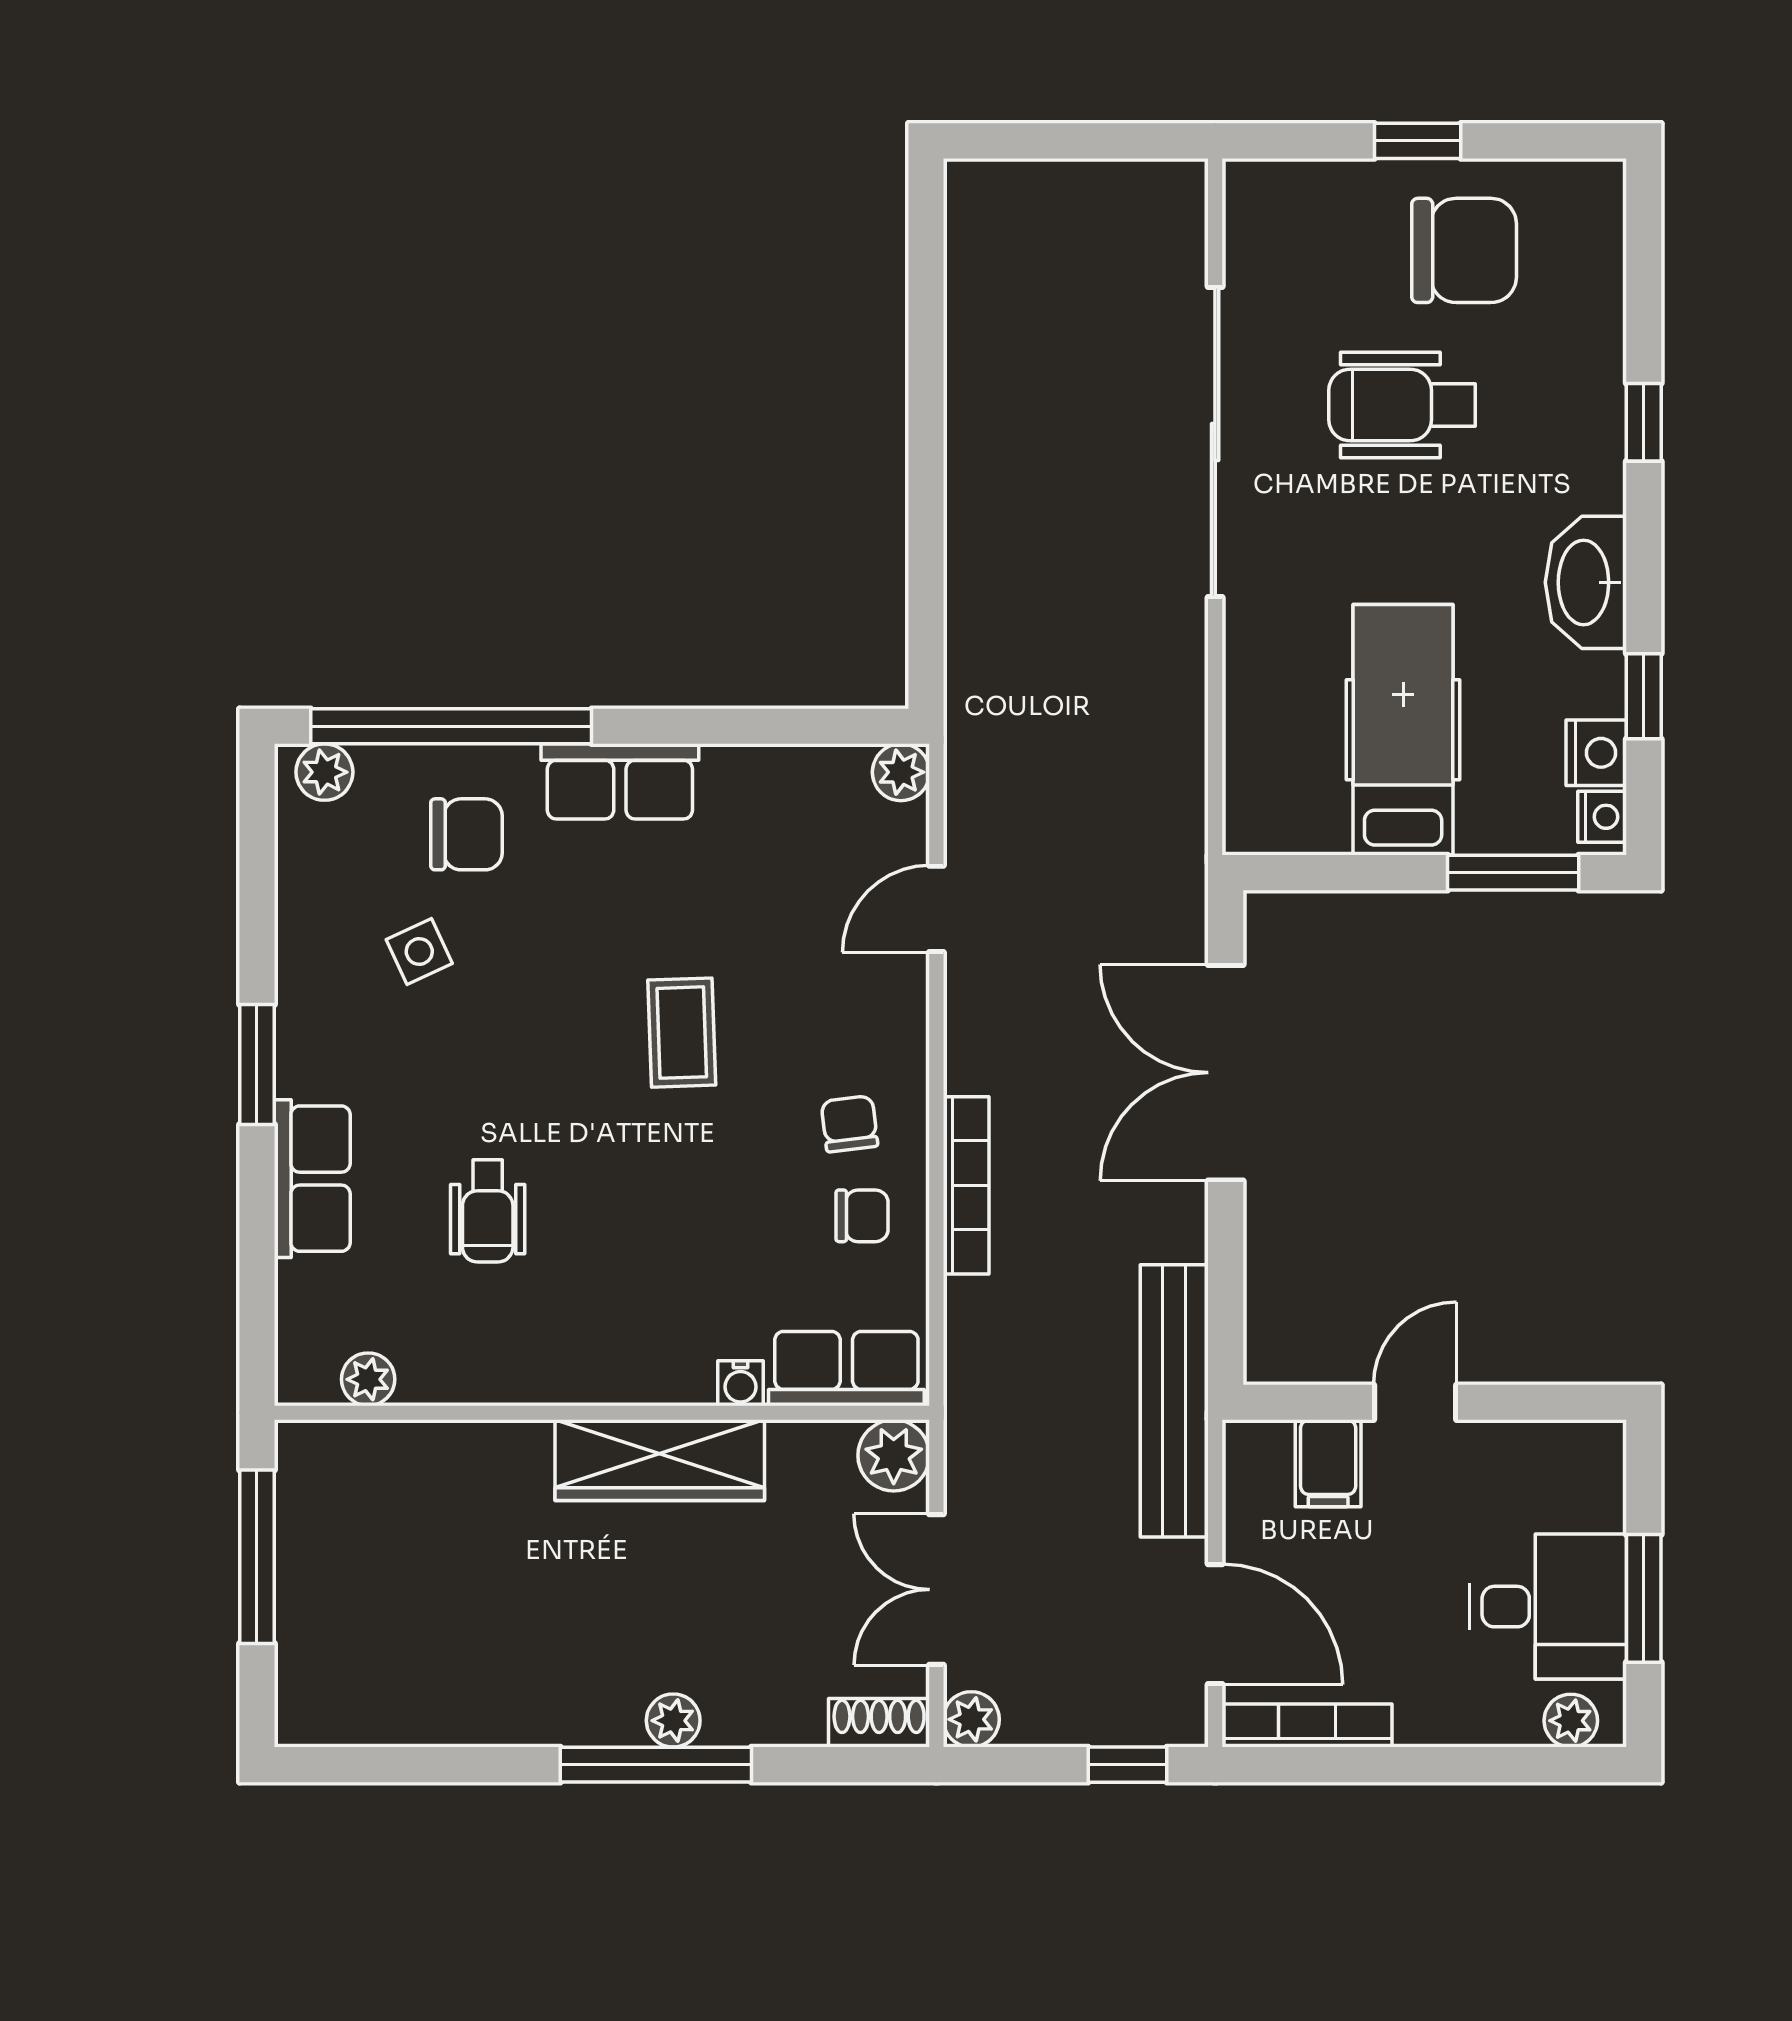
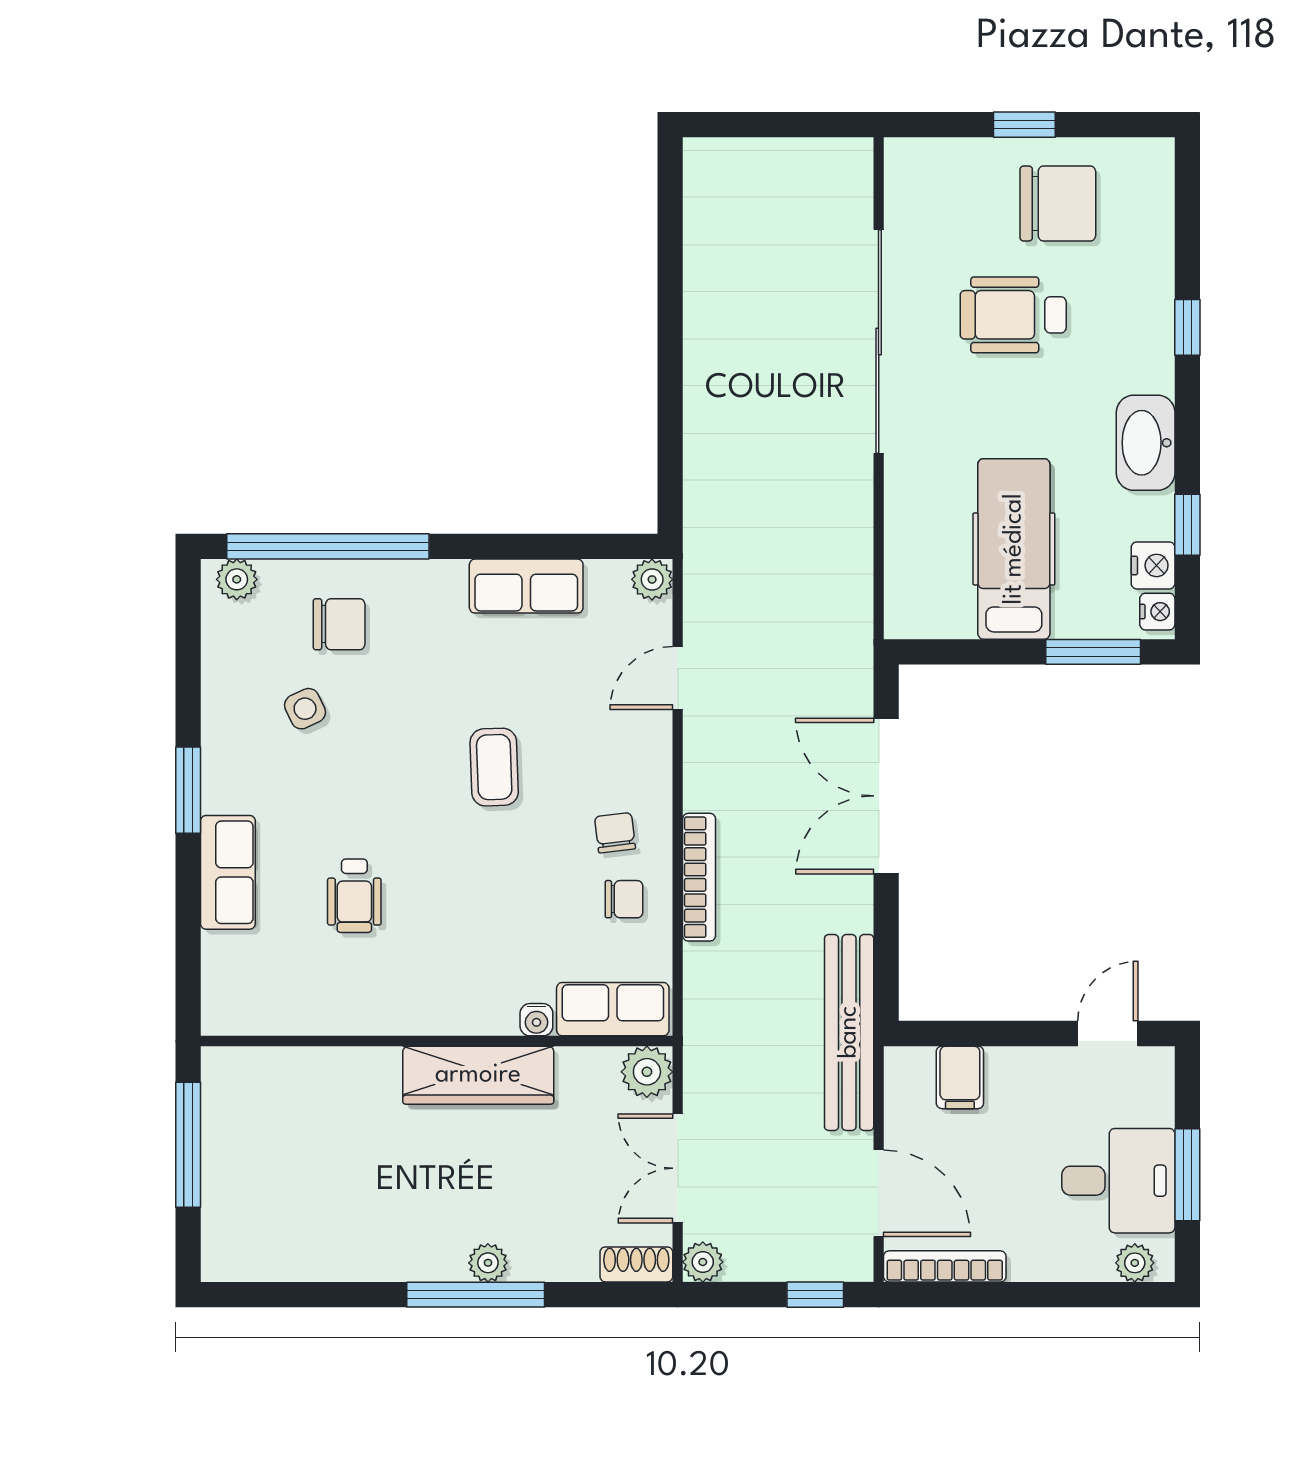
row of seats: (620, 781) -> (526, 586), moved
plant: (368, 1379) -> (268, 1017), removed
door: (1415, 1402) -> (1108, 1033), moved

